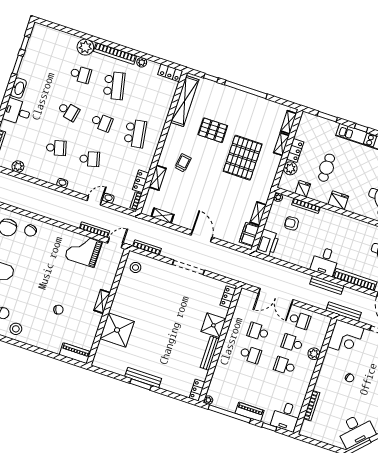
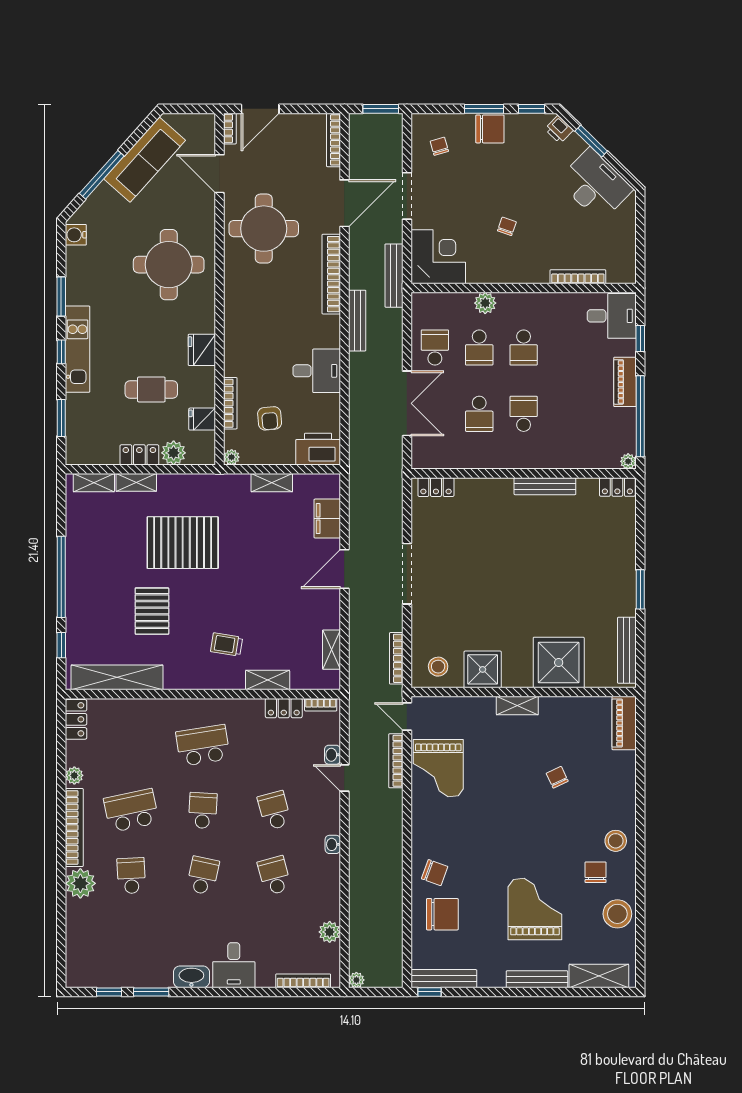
filing cabinet: (249, 234) -> (327, 519), moved, turned 90
desk: (325, 261) -> (317, 371), moved
shower: (213, 325) -> (483, 669), moved
bench: (143, 378) -> (627, 650), moved

